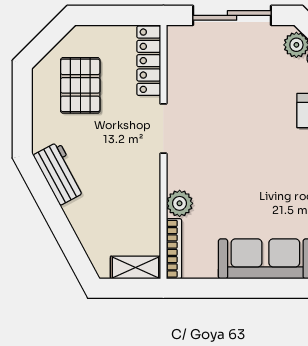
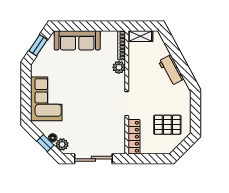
pallet: (80, 85) -> (167, 125), turned 90
workbench: (59, 173) -> (171, 70), moved

